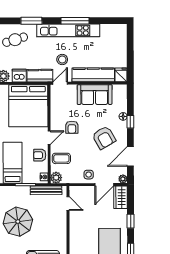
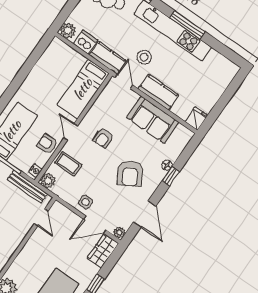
kitchen counter: (93, 75) -> (158, 92), width x0.67
door: (60, 83) -> (124, 81), hinge flipped
bed: (28, 106) -> (83, 89), width x0.49
door: (49, 138) -> (71, 132), swing flipped
door: (130, 156) -> (145, 214), swing flipped

